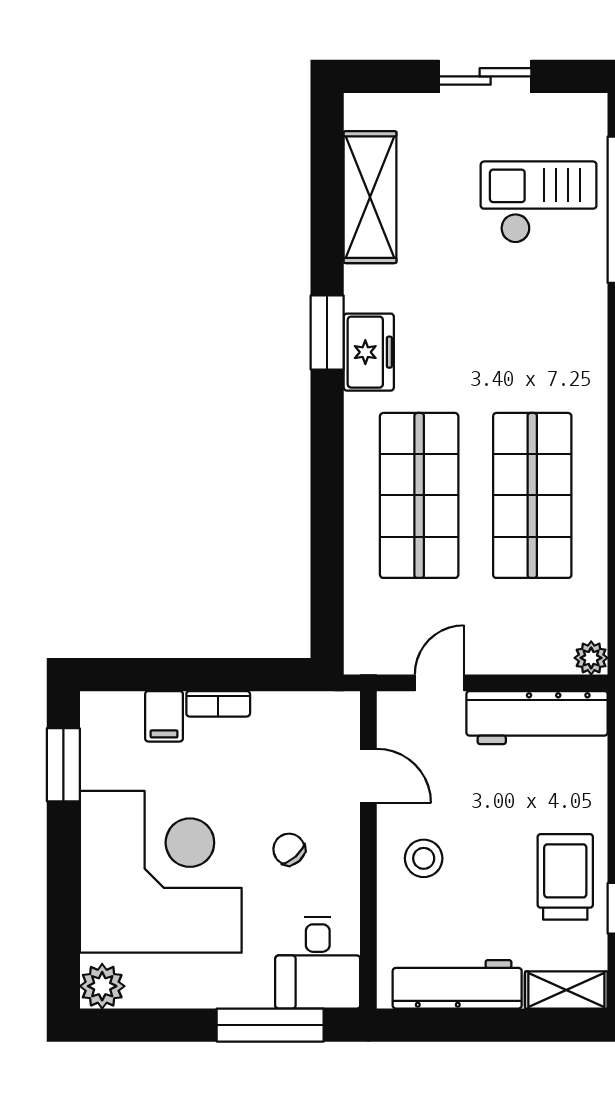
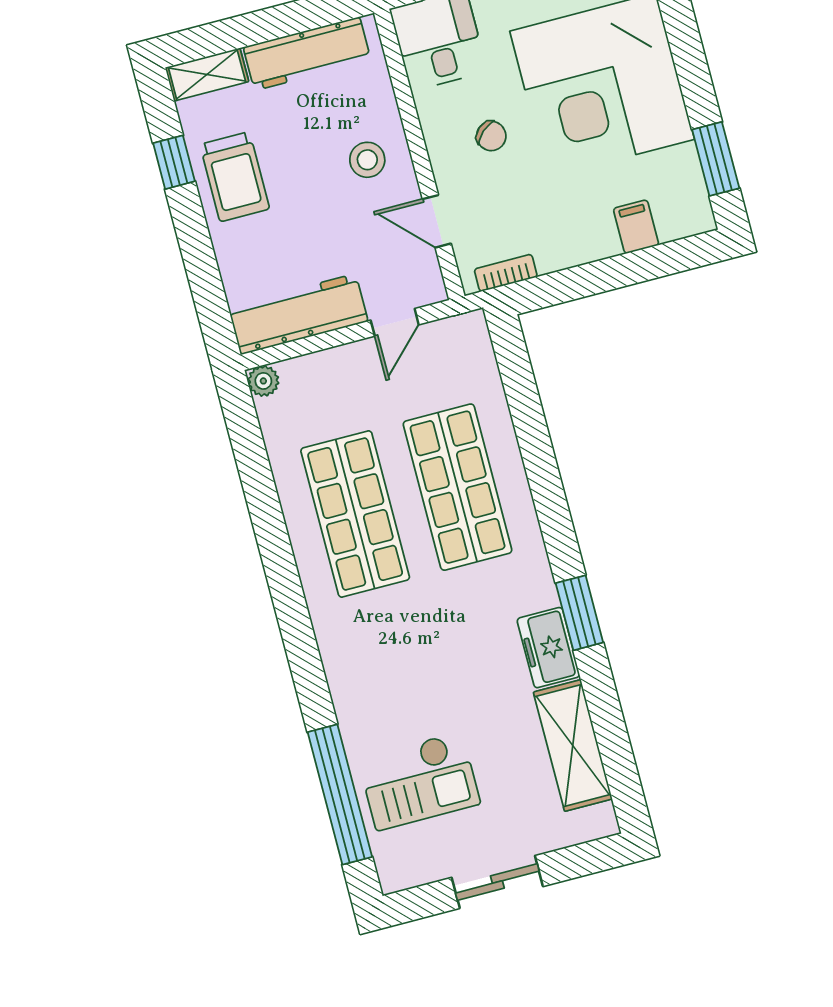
freezer: (369, 352) -> (548, 648), moved
bookcase: (218, 704) -> (506, 273), moved

